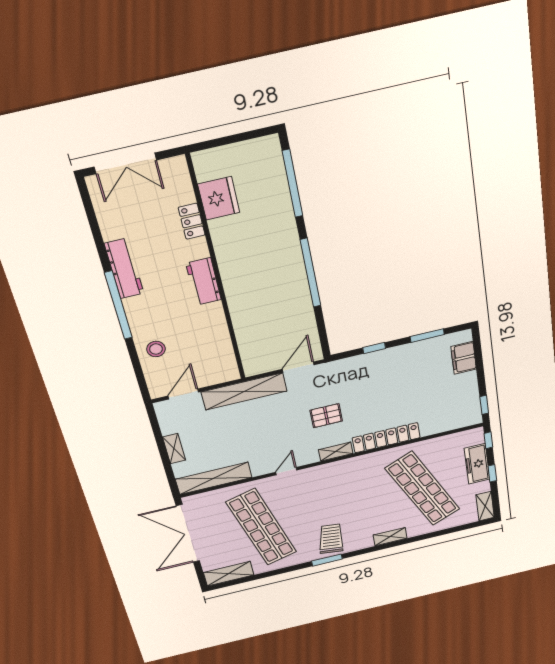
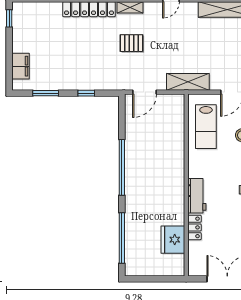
workbench: (204, 281) -> (197, 196), moved
lab bench: (207, 347) -> (206, 127), added
shelving: (244, 391) -> (188, 82), width x0.68

